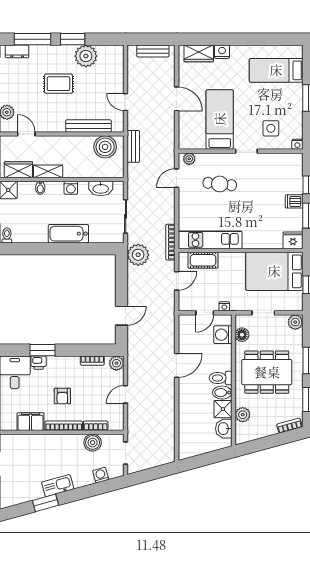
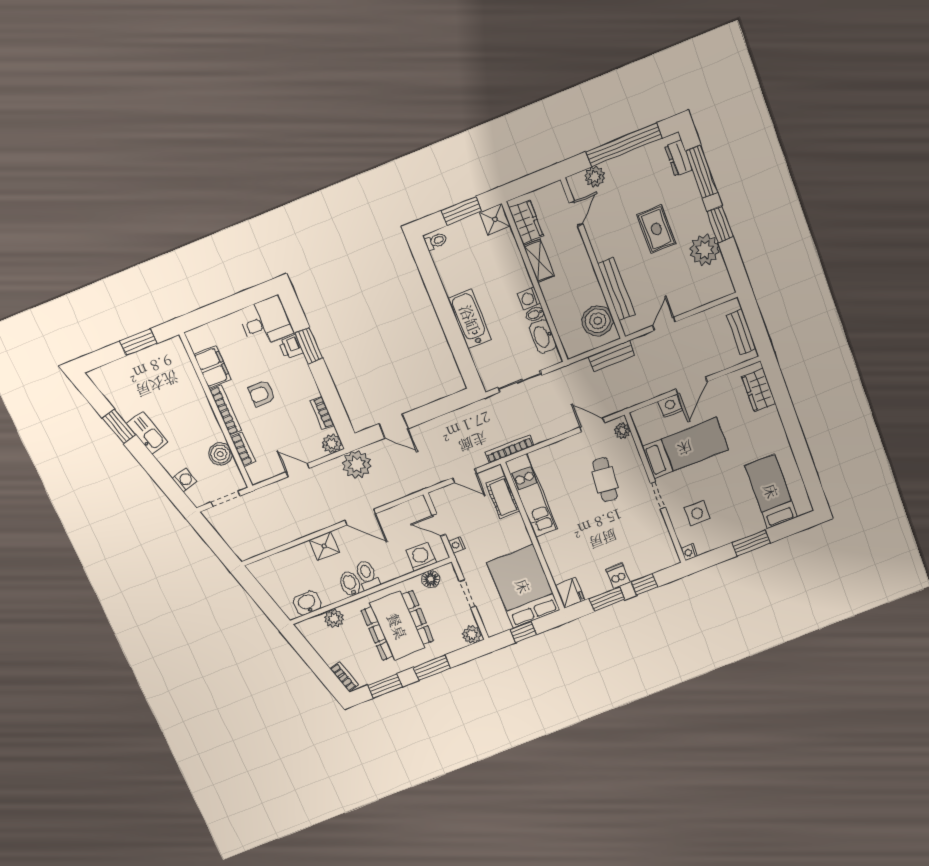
nightstand: (222, 52) -> (670, 406), moved, turned -90
bidet: (40, 188) -> (535, 314), moved
plant: (138, 255) -> (357, 464), moved
shower: (223, 409) -> (324, 546), moved

